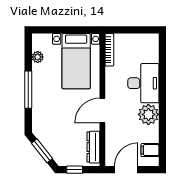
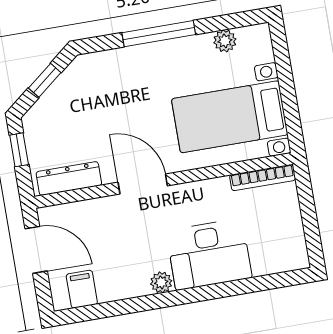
plant: (148, 114) -> (161, 282), width x0.53, depth x0.53
window: (42, 151) -> (45, 80), width x0.67

